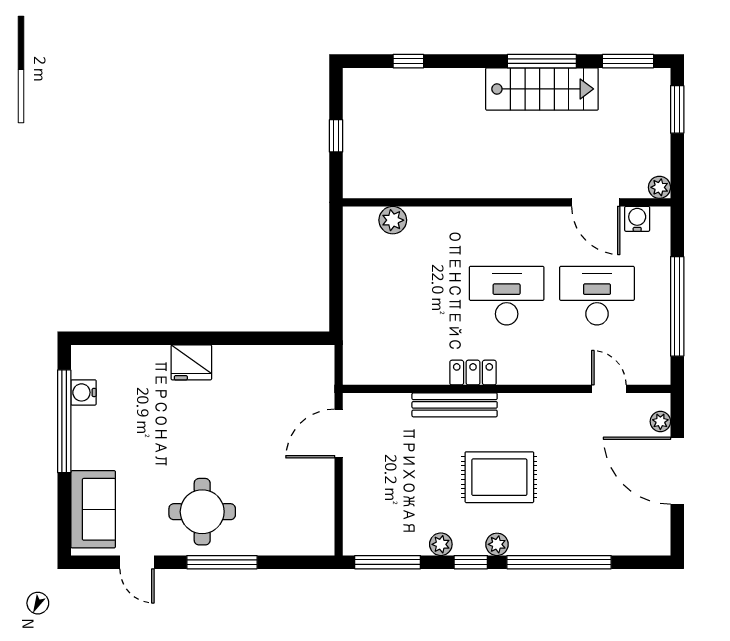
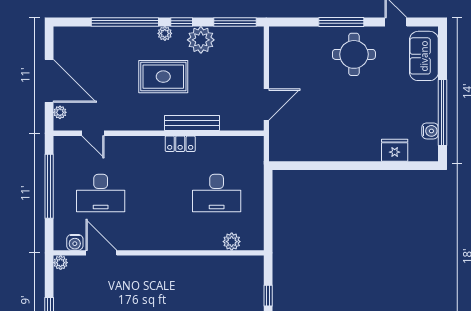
desk: (507, 296) -> (217, 193), moved
fridge: (191, 362) -> (395, 150), moved
plant: (441, 544) -> (201, 40), width x1.87, depth x1.87

